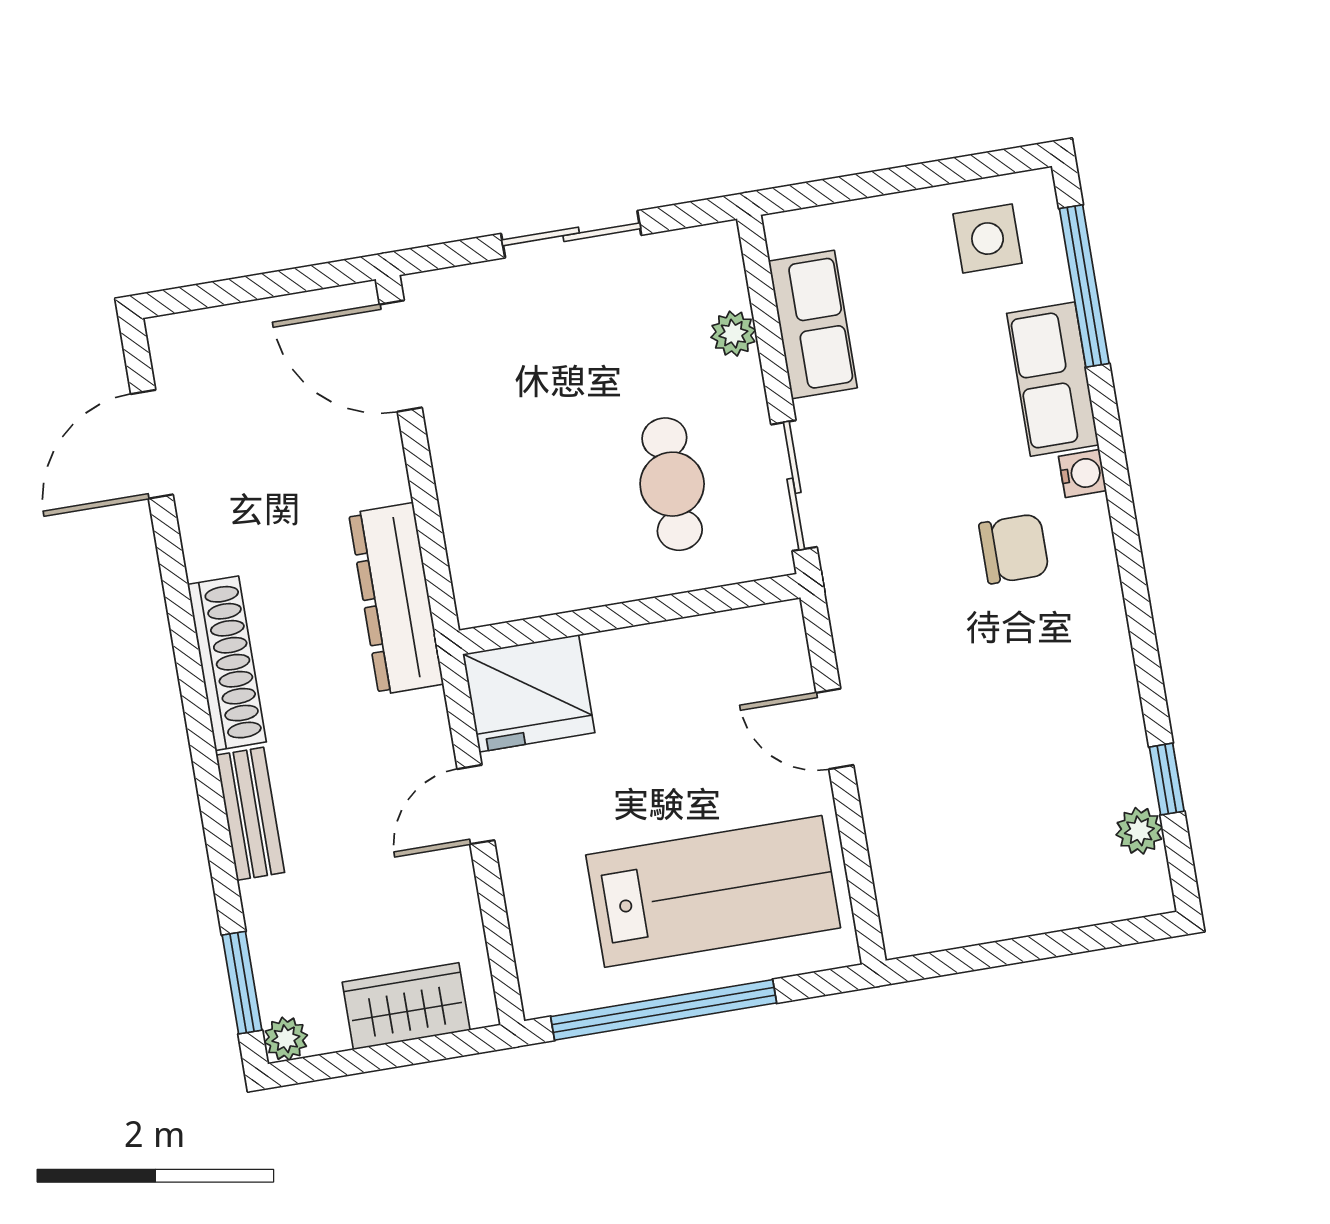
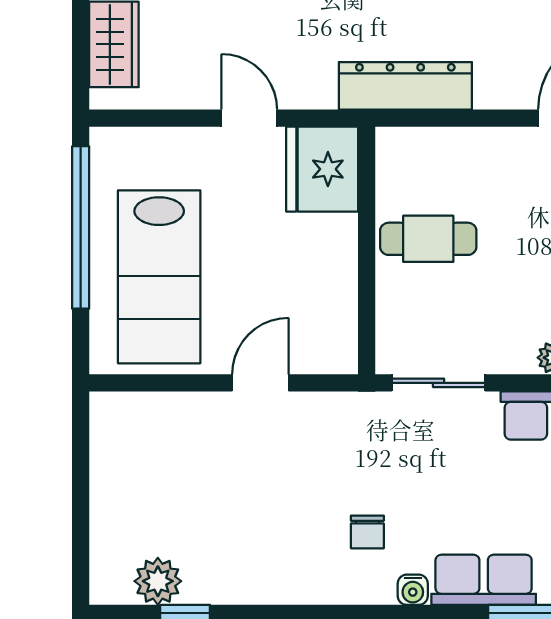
cafe table: (672, 484) -> (428, 239), moved
chair: (1014, 549) -> (367, 532), width x0.73, depth x0.73
plant: (1139, 831) -> (158, 581), width x1.38, depth x1.38

